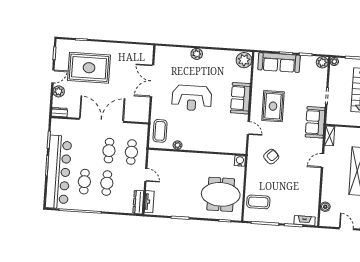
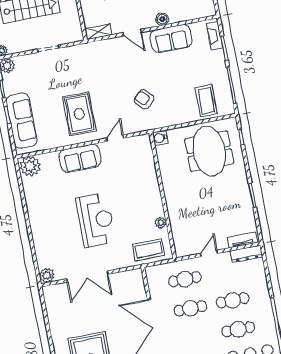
plant: (197, 54) -> (47, 275), moved
rug: (273, 106) -> (79, 114), turned 90
sofa: (315, 122) -> (171, 39), moved
boiler: (325, 207) -> (162, 19), moved

